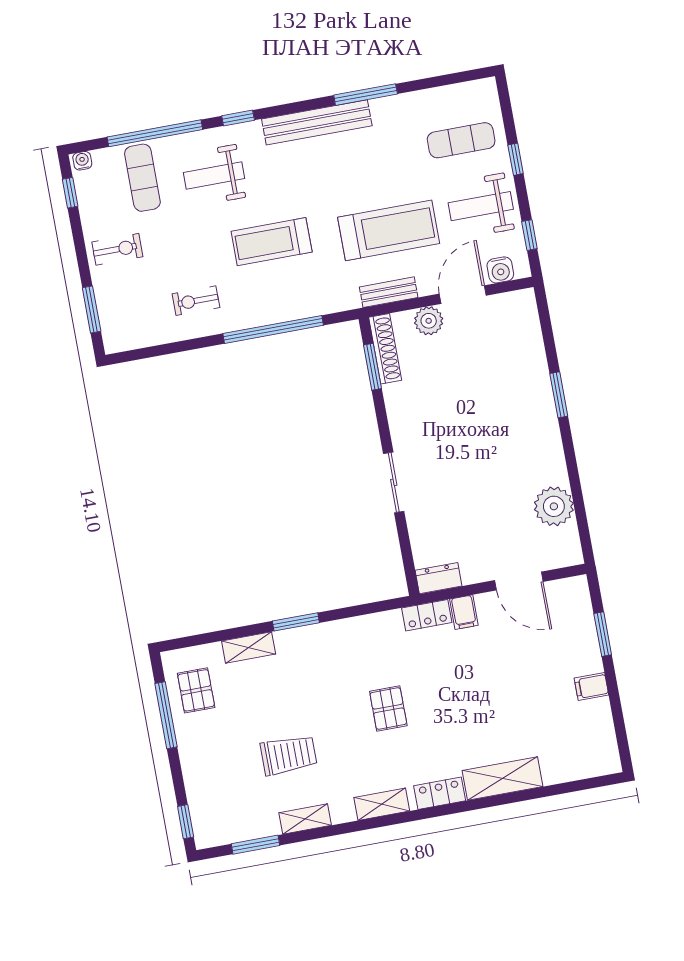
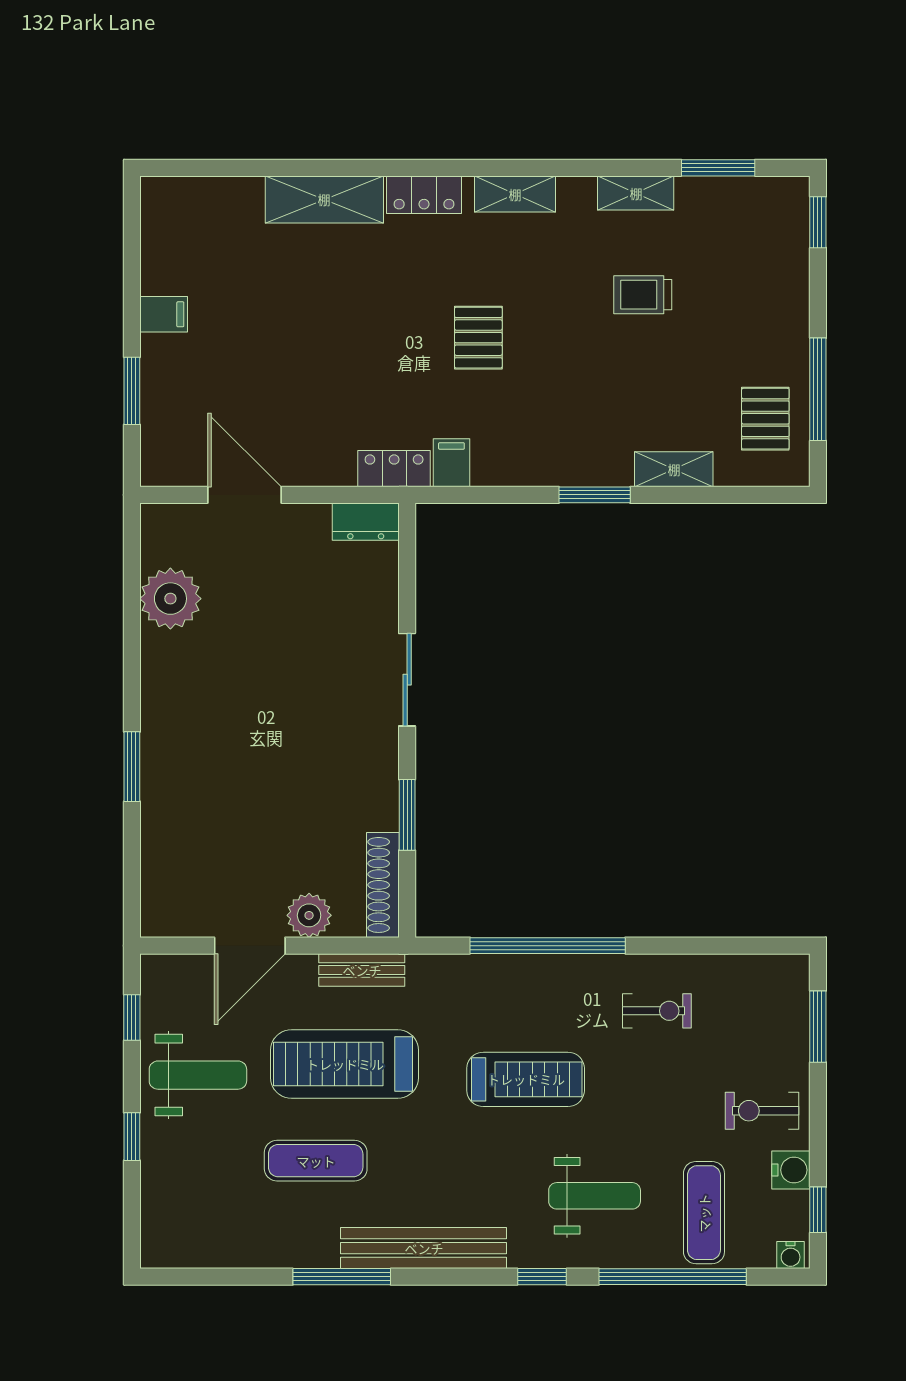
exercise mat: (461, 140) -> (316, 1161), moved
water cooler: (500, 270) -> (791, 1170), moved, turned 90
window: (373, 367) -> (407, 815), moved
filing cabinet: (464, 612) -> (451, 463), moved
trolley: (289, 755) -> (643, 295), width x0.73, depth x0.72

